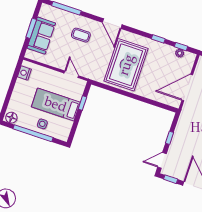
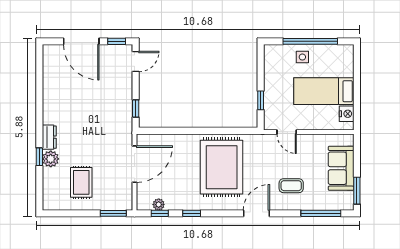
door: (112, 24) -> (256, 213), hinge flipped
window: (31, 28) -> (357, 191), moved
bed: (56, 104) -> (324, 91), moved, turned 180
floor lamp: (11, 118) -> (344, 52), removed
window: (169, 138) -> (136, 108), moved

